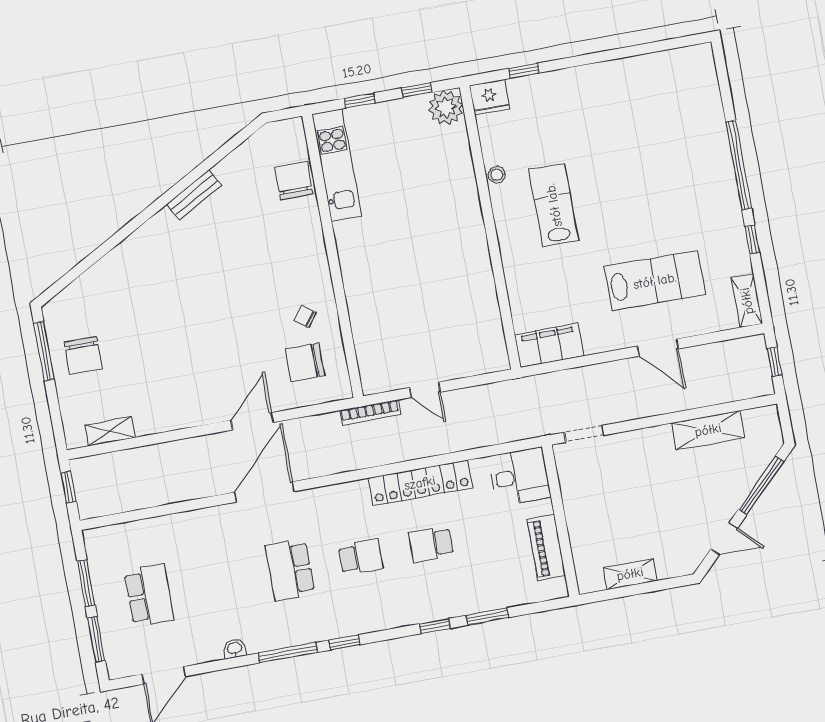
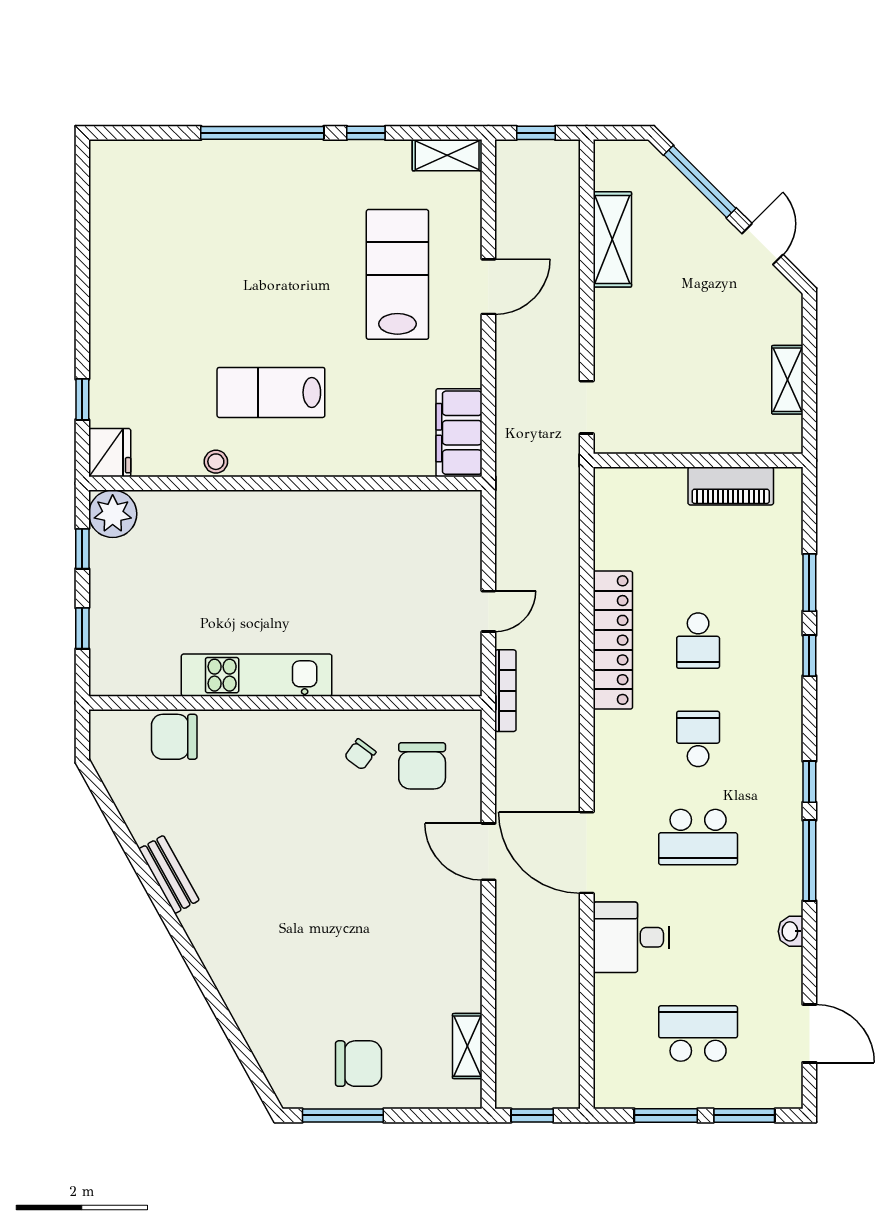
kitchen unit: (337, 165) -> (257, 675), moved
desk: (519, 477) -> (631, 937), moved, turned -90

